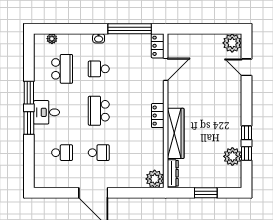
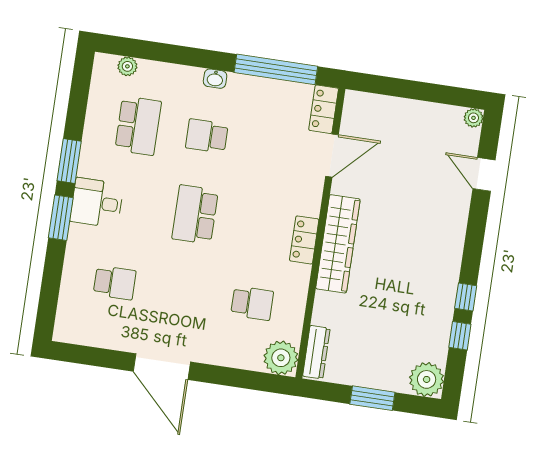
plant: (232, 43) -> (474, 118), width x0.53, depth x0.53
wardrobe: (176, 133) -> (338, 244), moved
school desk: (99, 153) -> (252, 303), moved
plant: (232, 156) -> (427, 379), moved

